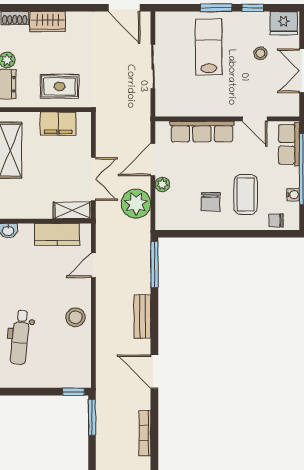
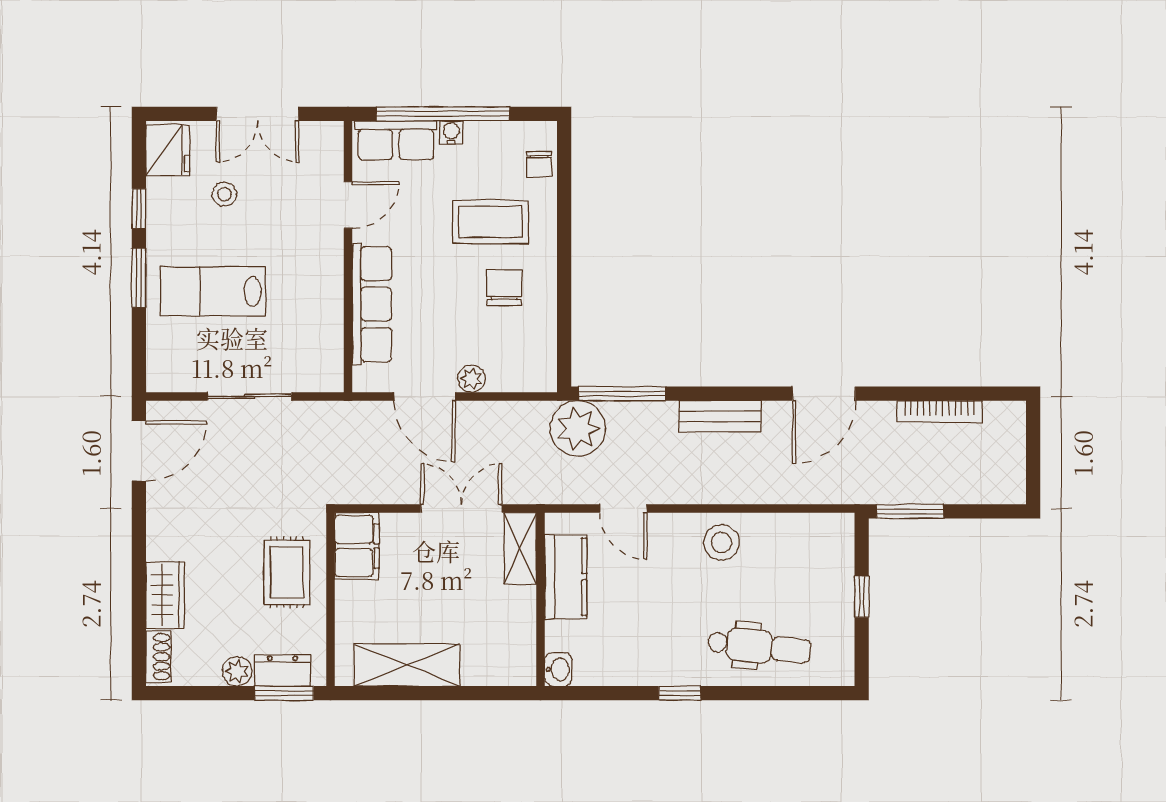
filing cabinet: (58, 124) -> (357, 546), moved
water cooler: (293, 195) -> (451, 133), moved
chair: (211, 202) -> (504, 288), turned -90
plant: (136, 204) -> (578, 428), moved
window: (74, 392) -> (862, 597), moved

